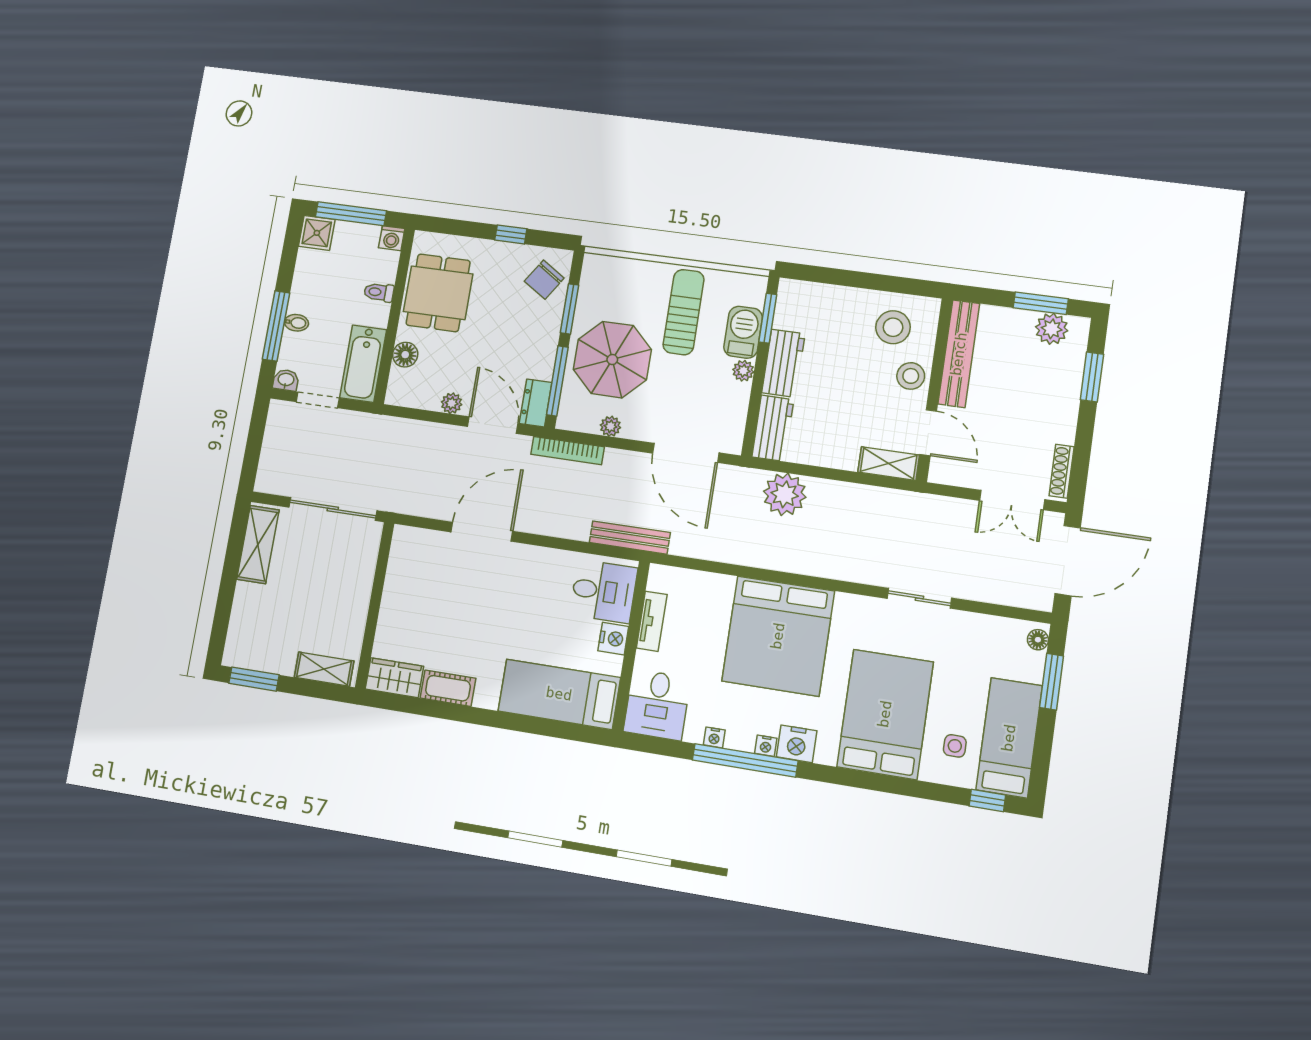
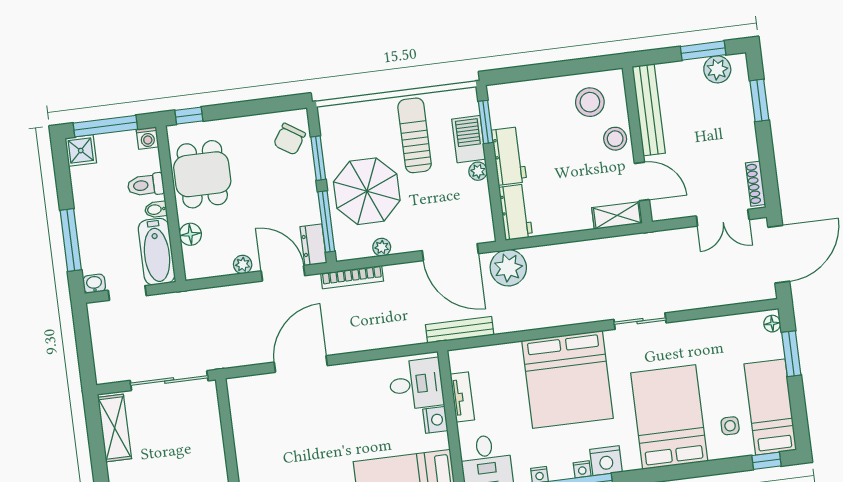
window: (511, 234) -> (189, 116), moved
toilet: (379, 292) -> (146, 185), width x1.37, depth x1.39
bidet: (296, 323) -> (156, 209), moved, turned 180
plant: (785, 494) -> (508, 268), moved
bench: (630, 538) -> (460, 330), moved
sliding door: (919, 598) -> (640, 321), moved

